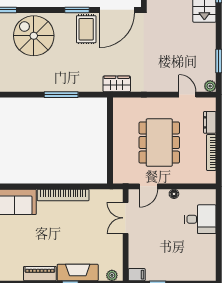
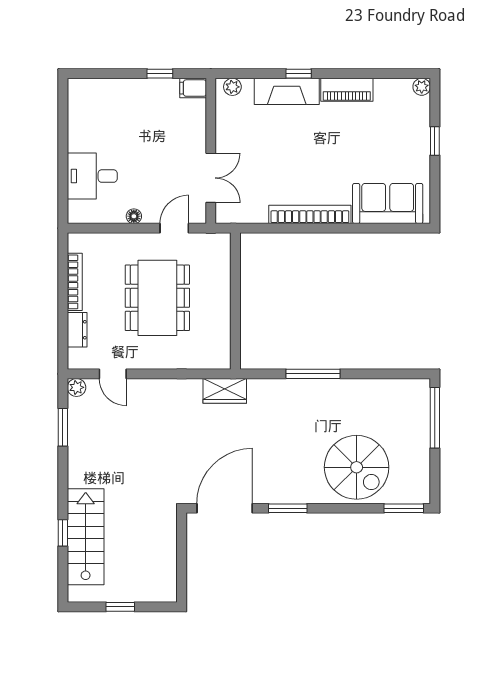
rug: (86, 29) -> (273, 478), removed

